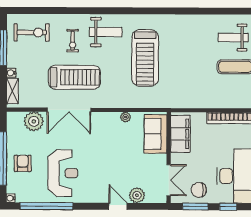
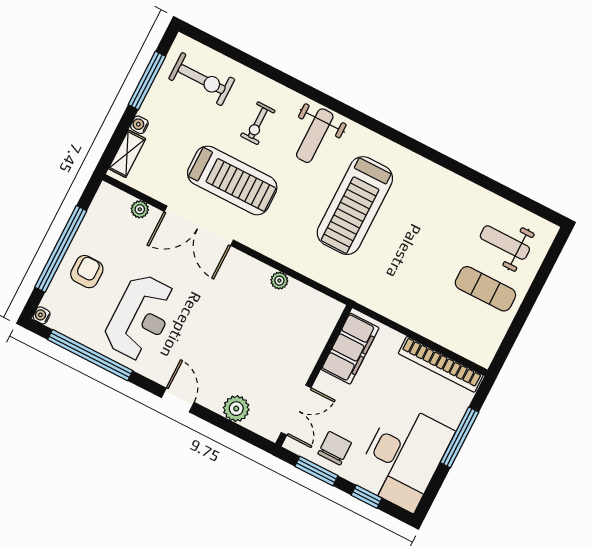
weight bench: (106, 32) -> (315, 136), turned 90
plant: (34, 121) -> (140, 209), width x0.53, depth x0.53
sofa: (156, 134) -> (312, 329), removed
chair: (199, 190) -> (335, 448), turned 90
door: (118, 206) -> (178, 400), moved

